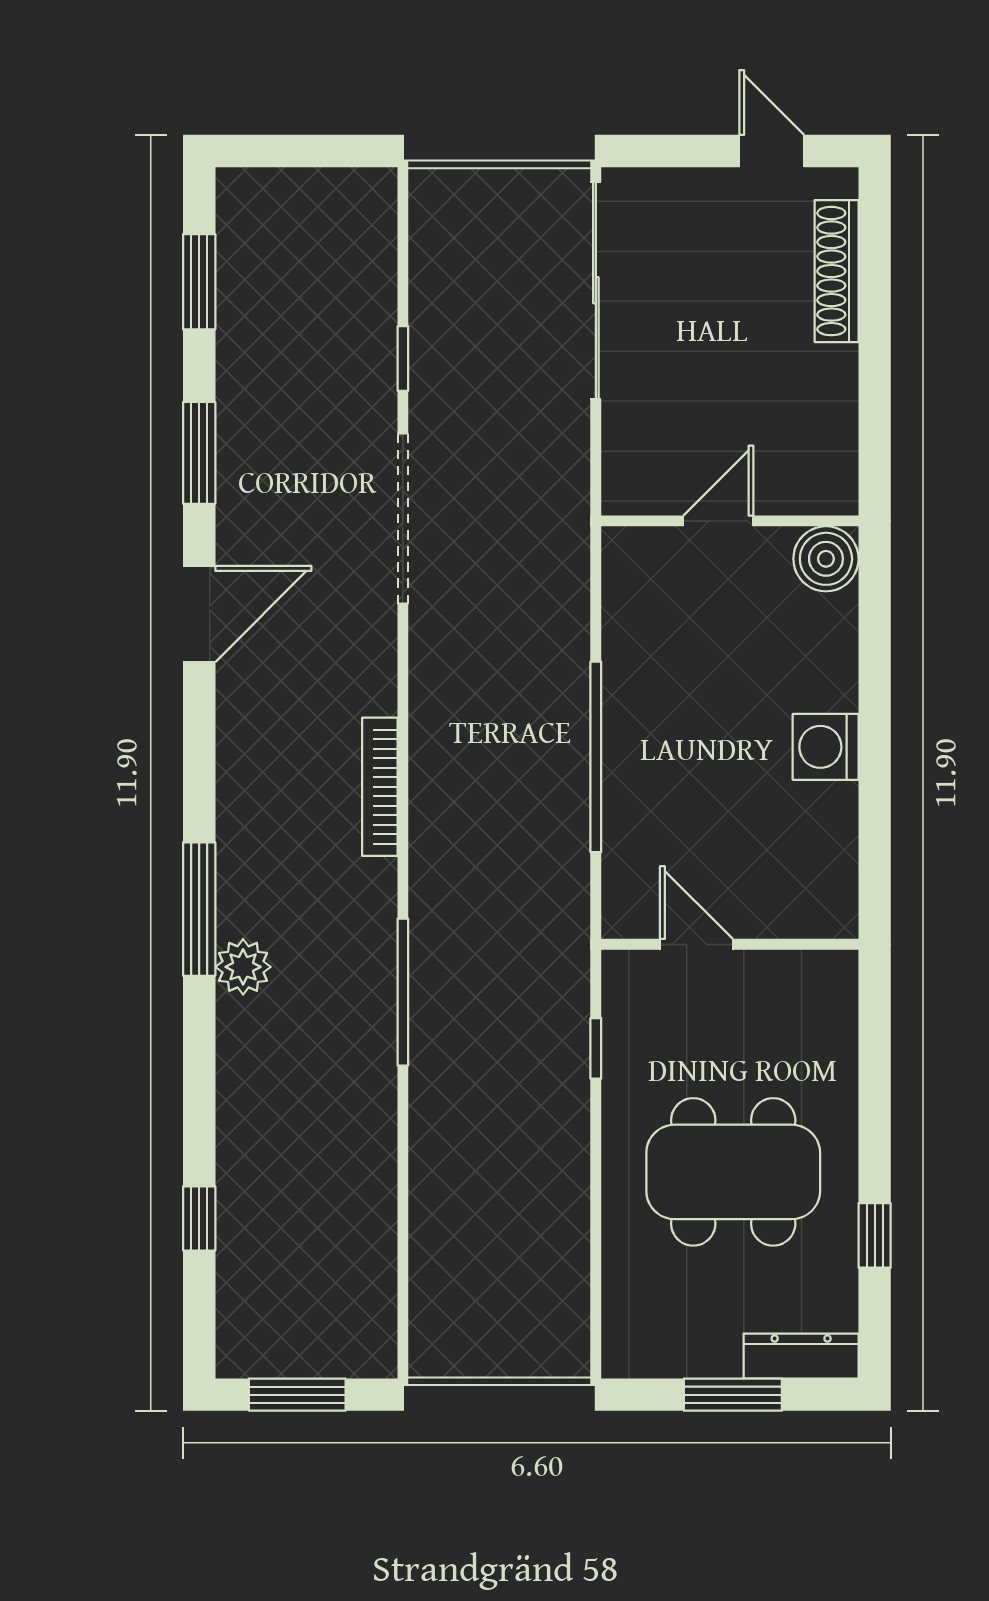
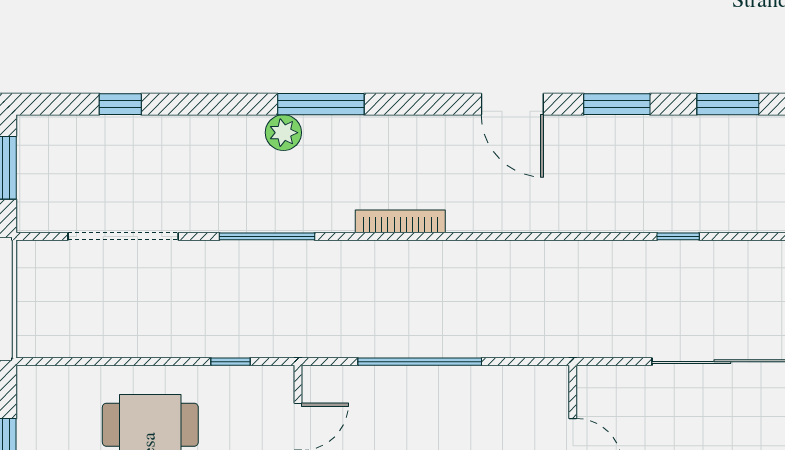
doorway: (403, 519) -> (123, 236), moved

